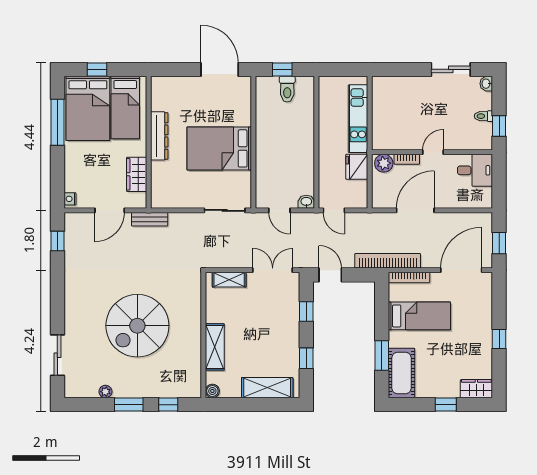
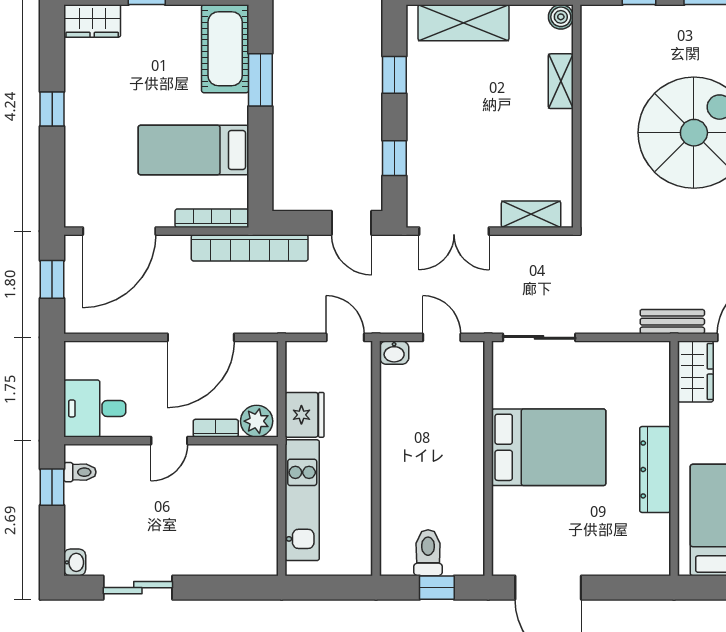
toilet: (483, 116) -> (80, 472), moved
wardrobe: (137, 174) -> (695, 372), moved
shelving: (215, 347) -> (561, 81), width x0.67, depth x0.75

